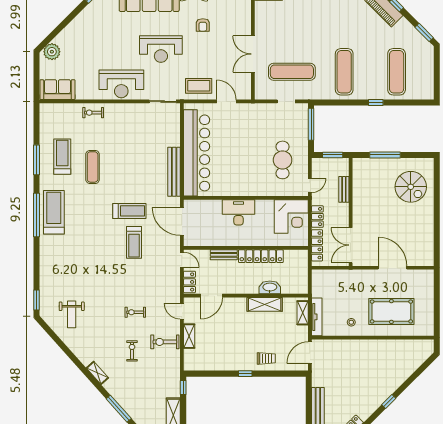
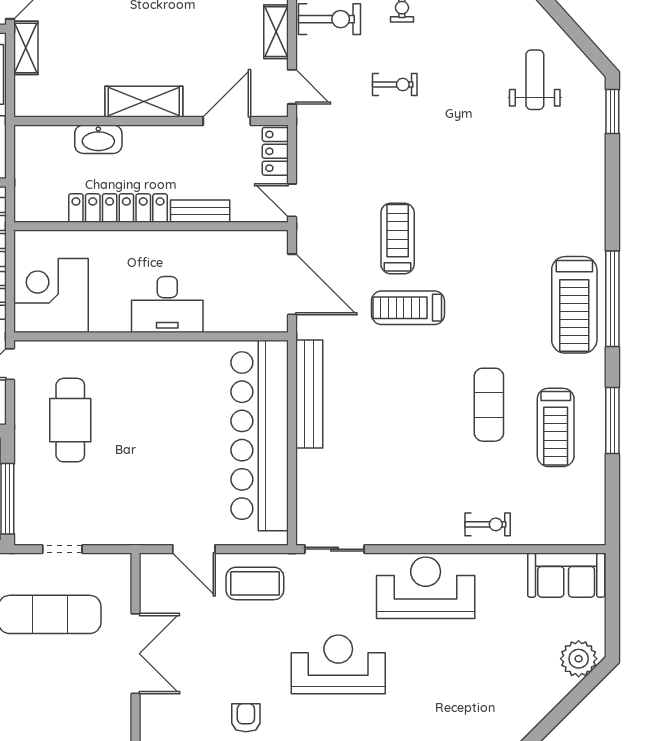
shelving: (265, 304) -> (144, 102), moved
shelving: (303, 313) -> (26, 48), moved

